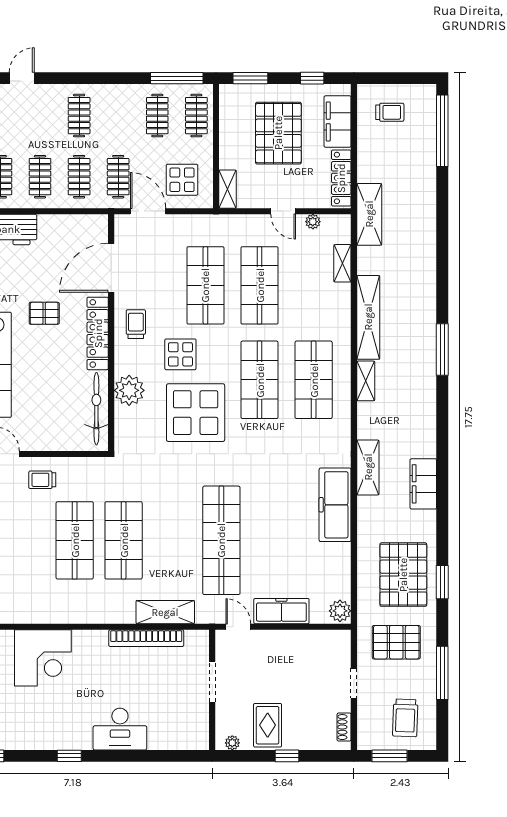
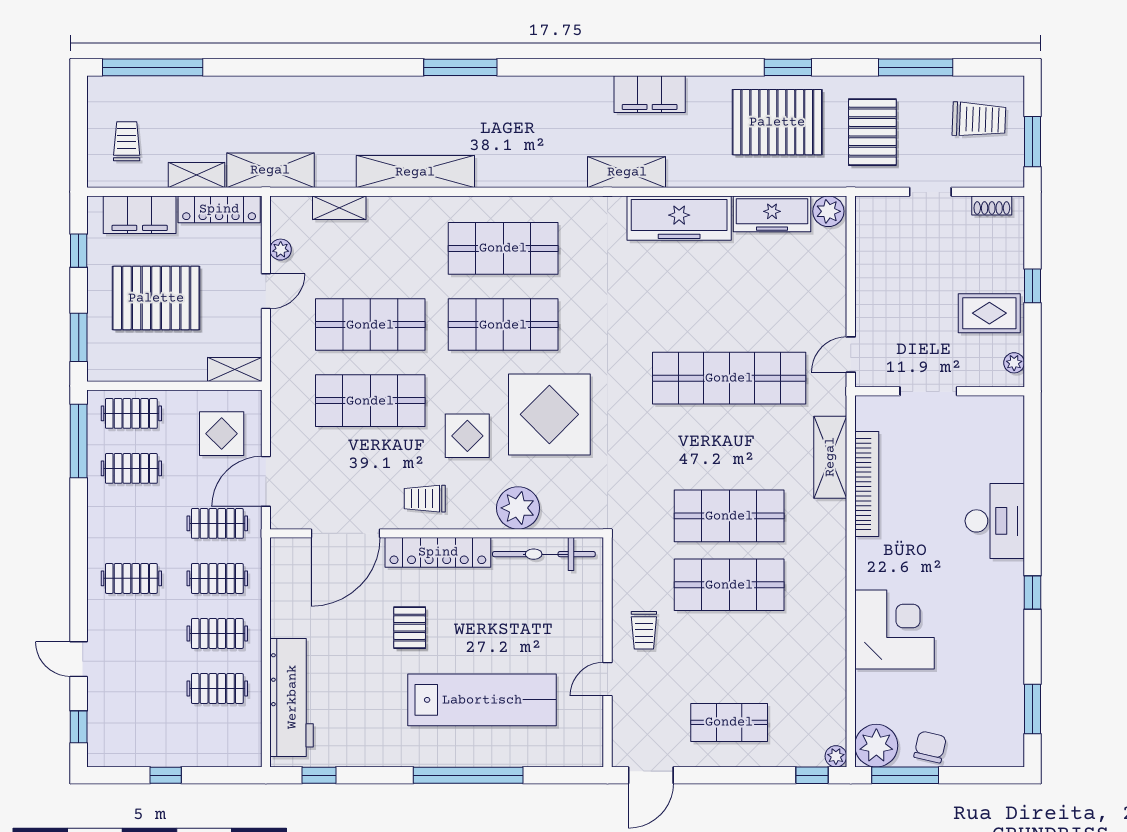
door: (111, 268) -> (345, 533), hinge flipped
shelving: (366, 381) -> (197, 175), moved
freezer: (281, 611) -> (772, 214), moved, turned -90

